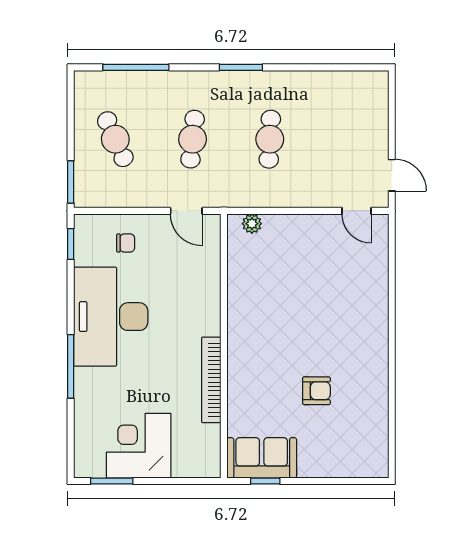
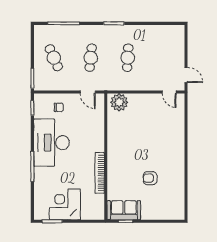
plant: (252, 224) -> (119, 102), width x1.87, depth x1.87
armchair: (316, 391) -> (150, 178), turned 180

